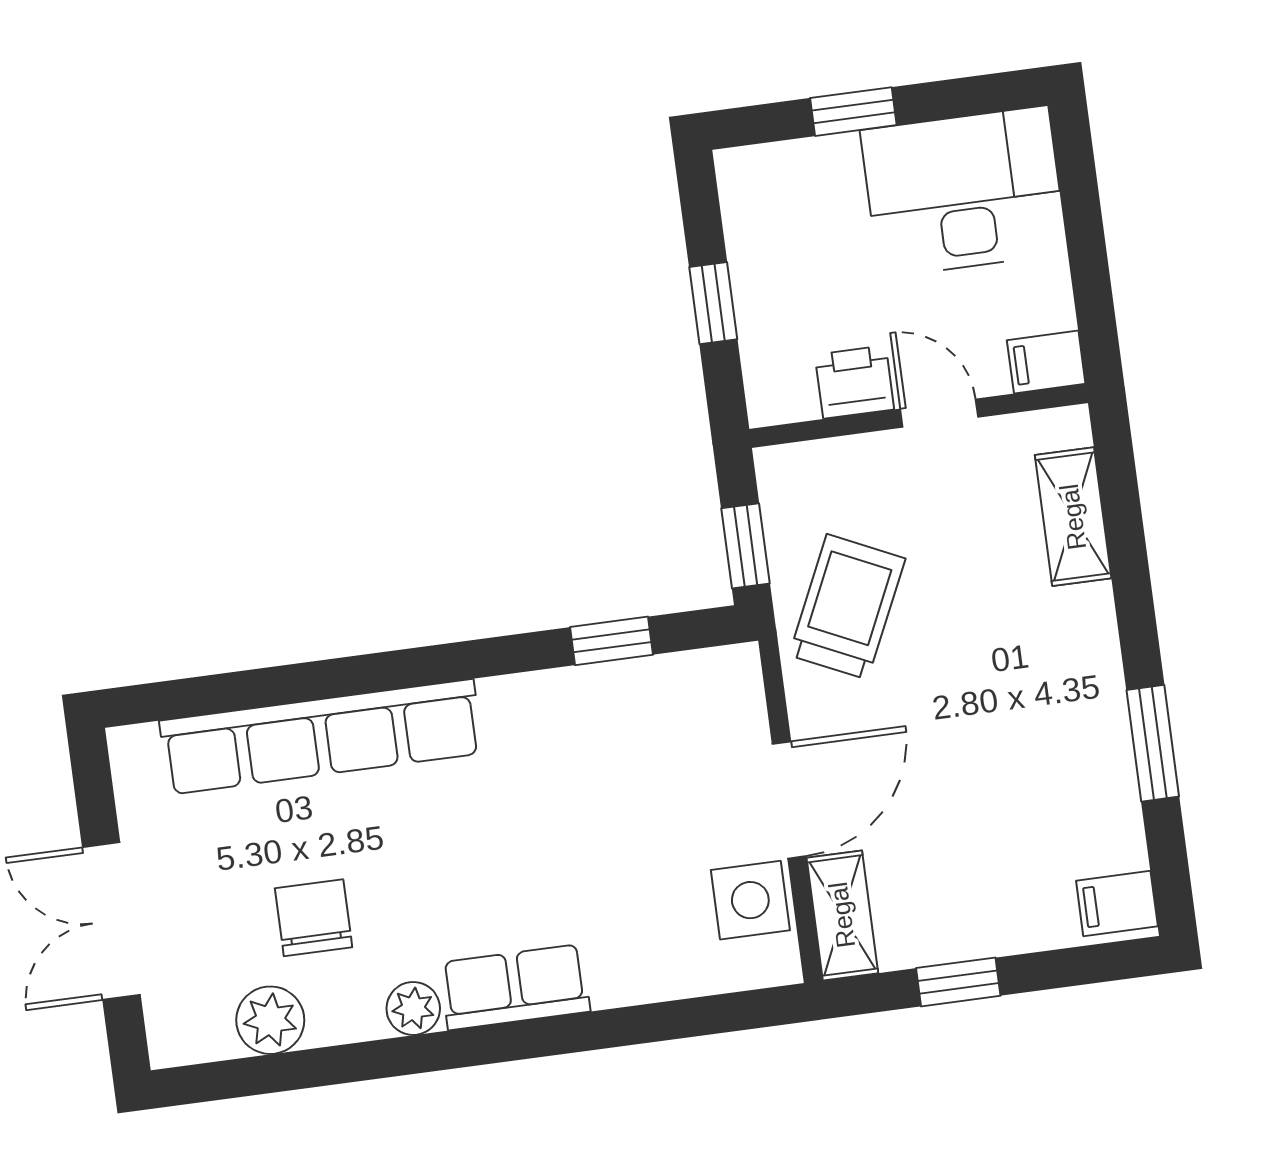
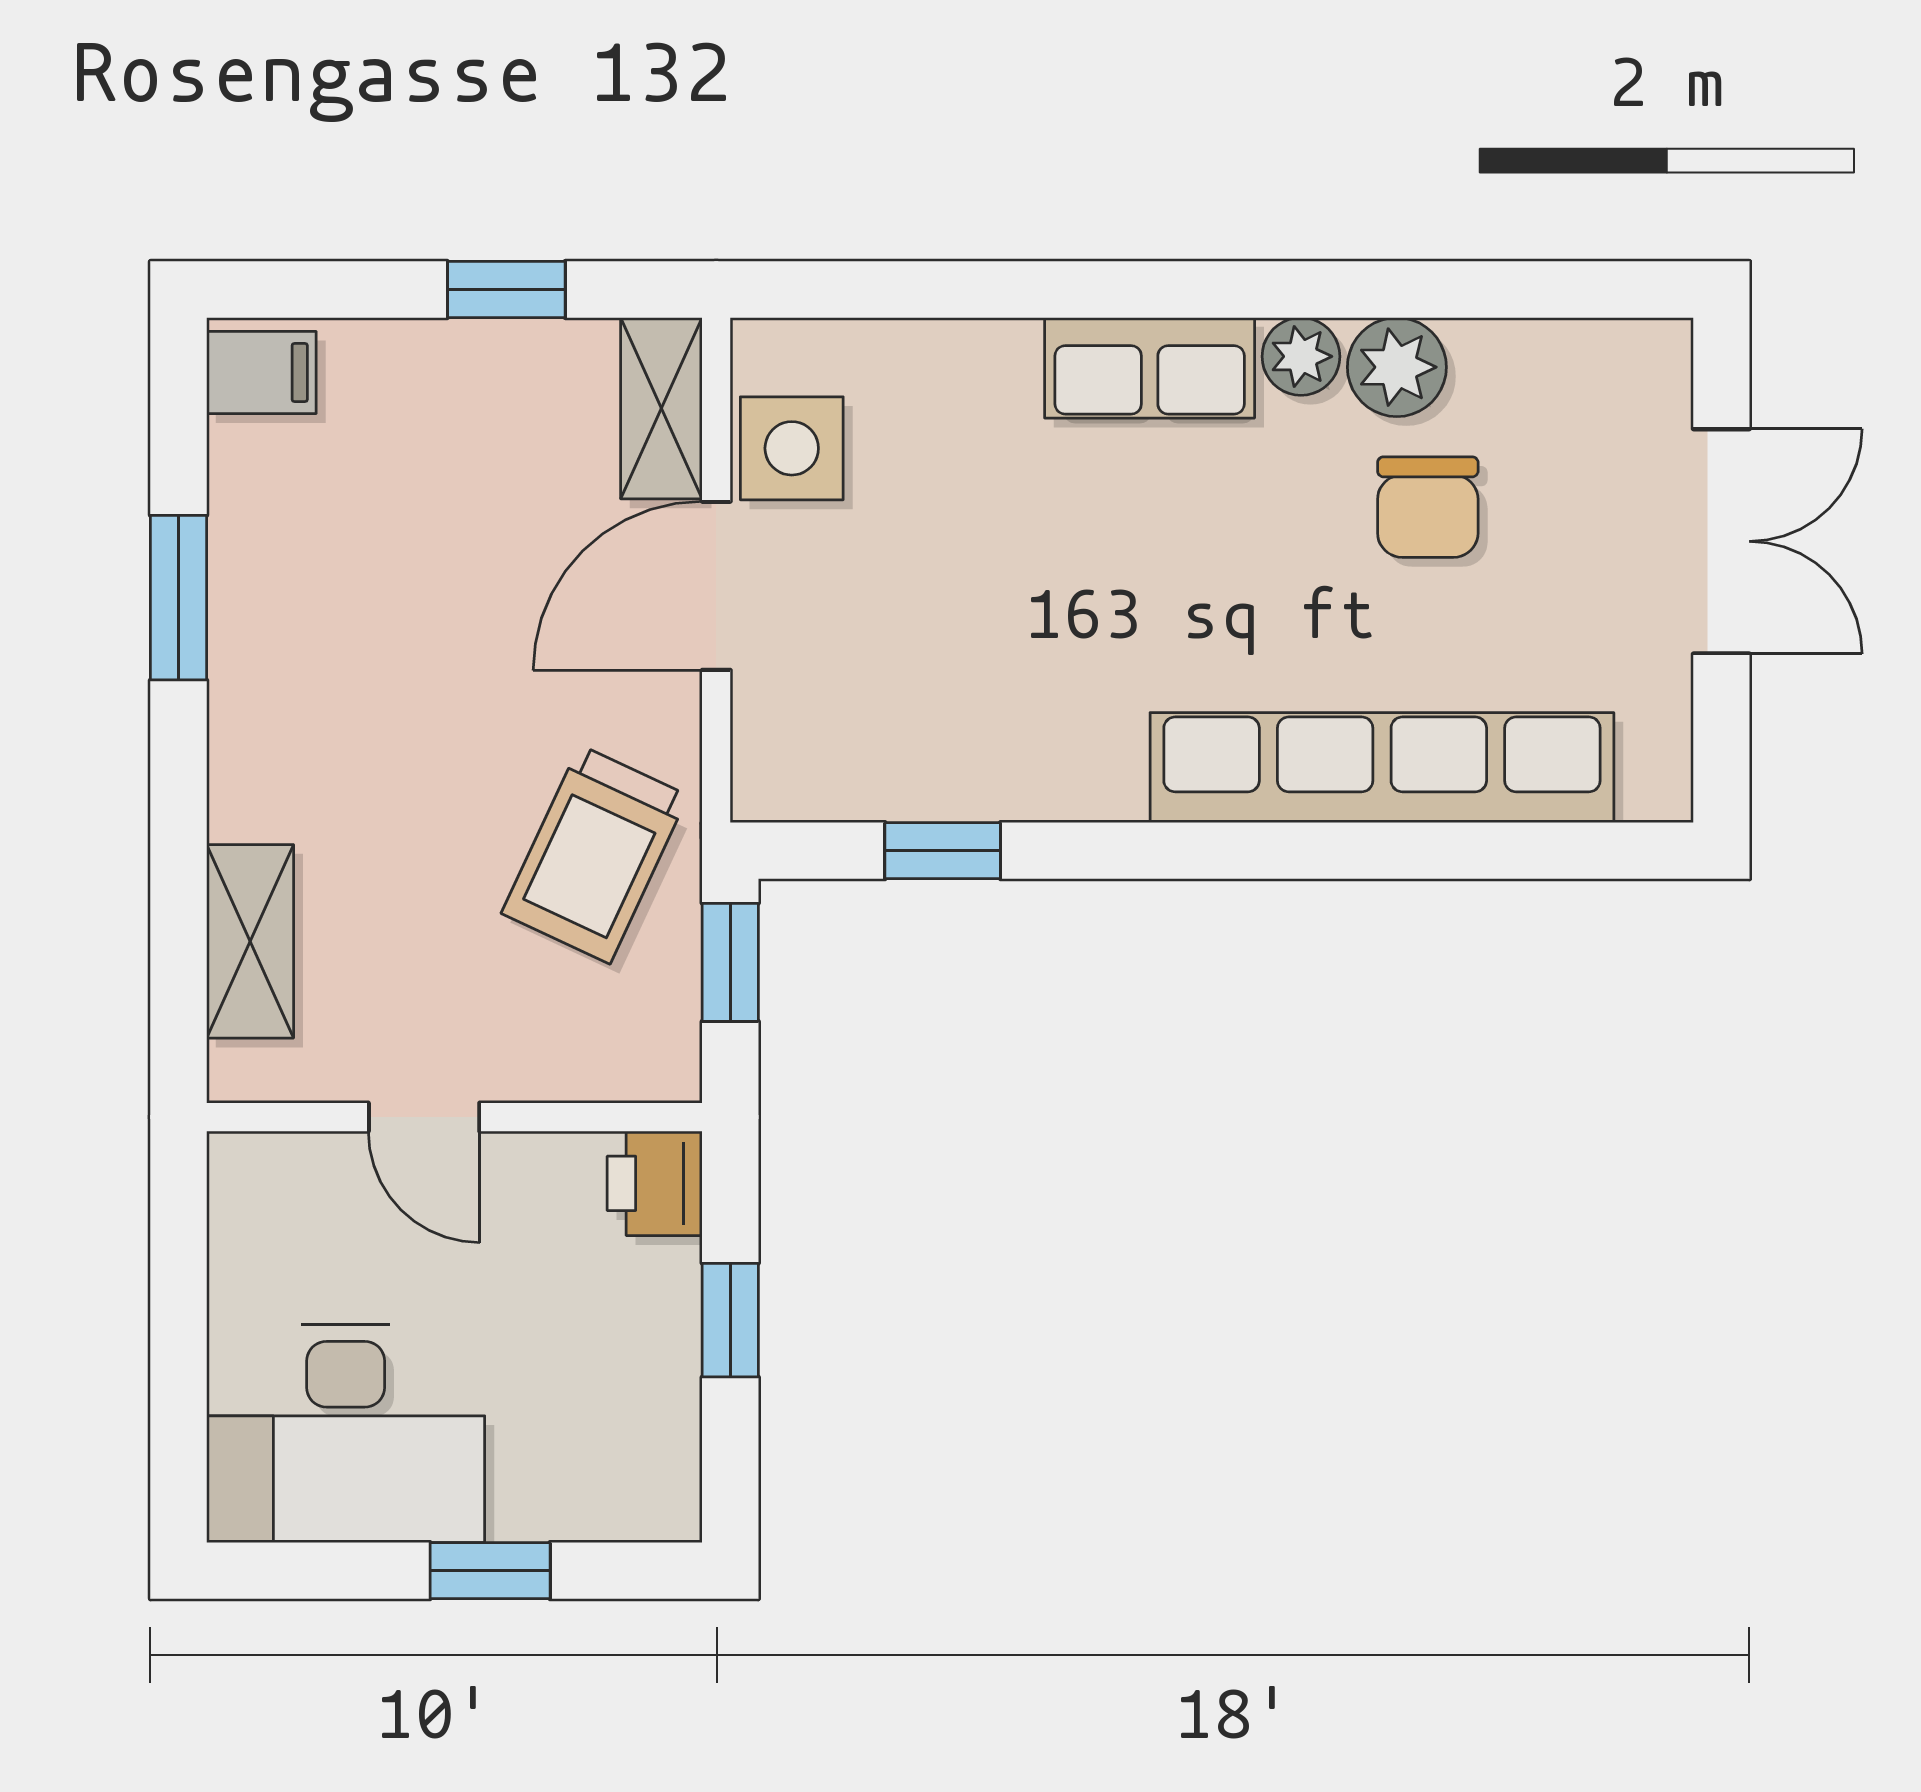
filing cabinet: (1046, 362) -> (259, 1171), removed
printer: (854, 382) -> (655, 1183), moved, turned 90
plant: (270, 1020) -> (1397, 367), moved

